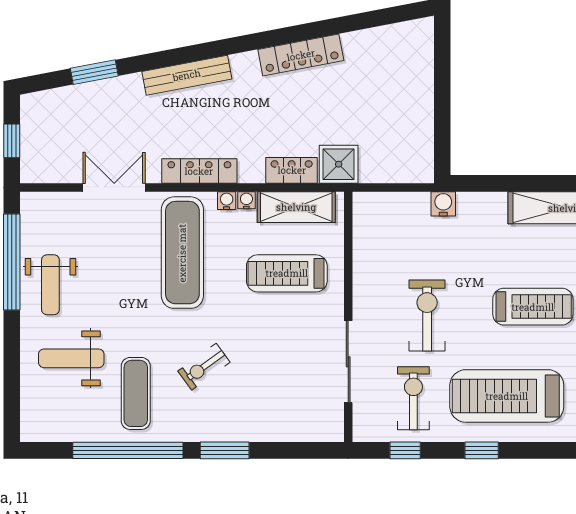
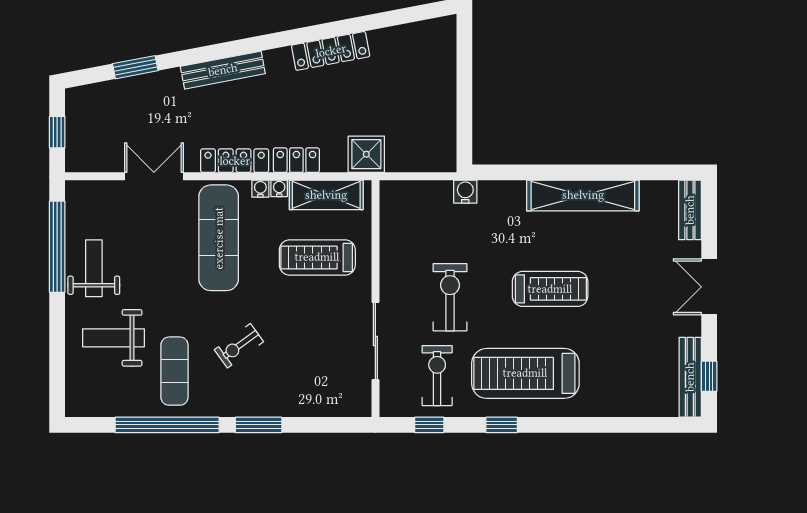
locker: (292, 170) -> (296, 160), moved
weight bench: (50, 285) -> (94, 268), turned 180

